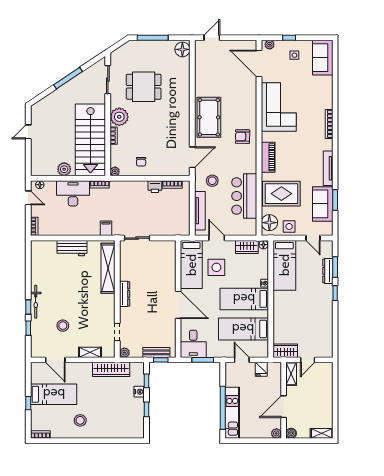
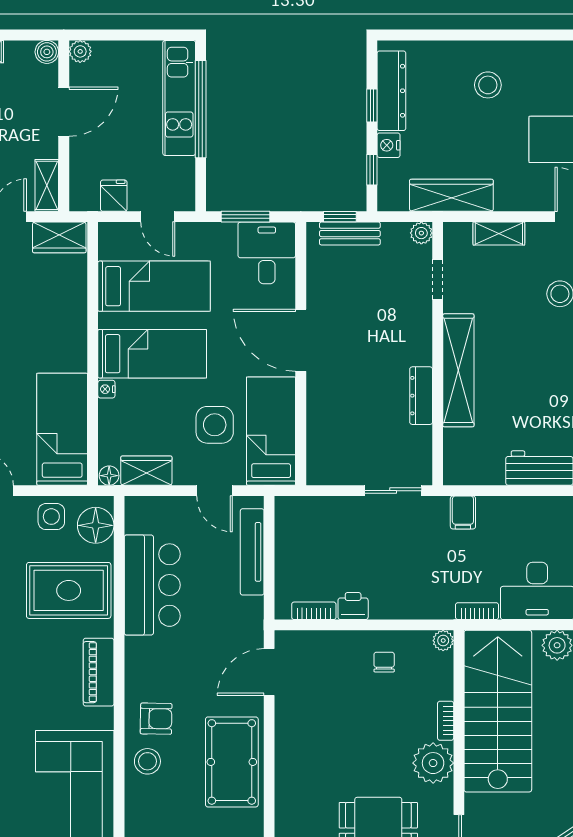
stool: (212, 181) -> (147, 761), moved
shelving: (108, 268) -> (458, 370), moved
dresser: (125, 294) -> (421, 396), moved
dresser: (138, 416) -> (391, 91), added
stool: (80, 420) -> (488, 85), moved

